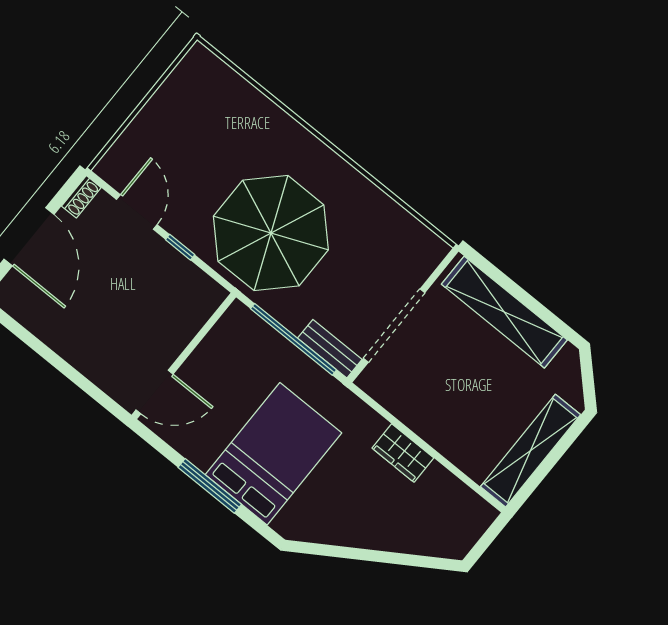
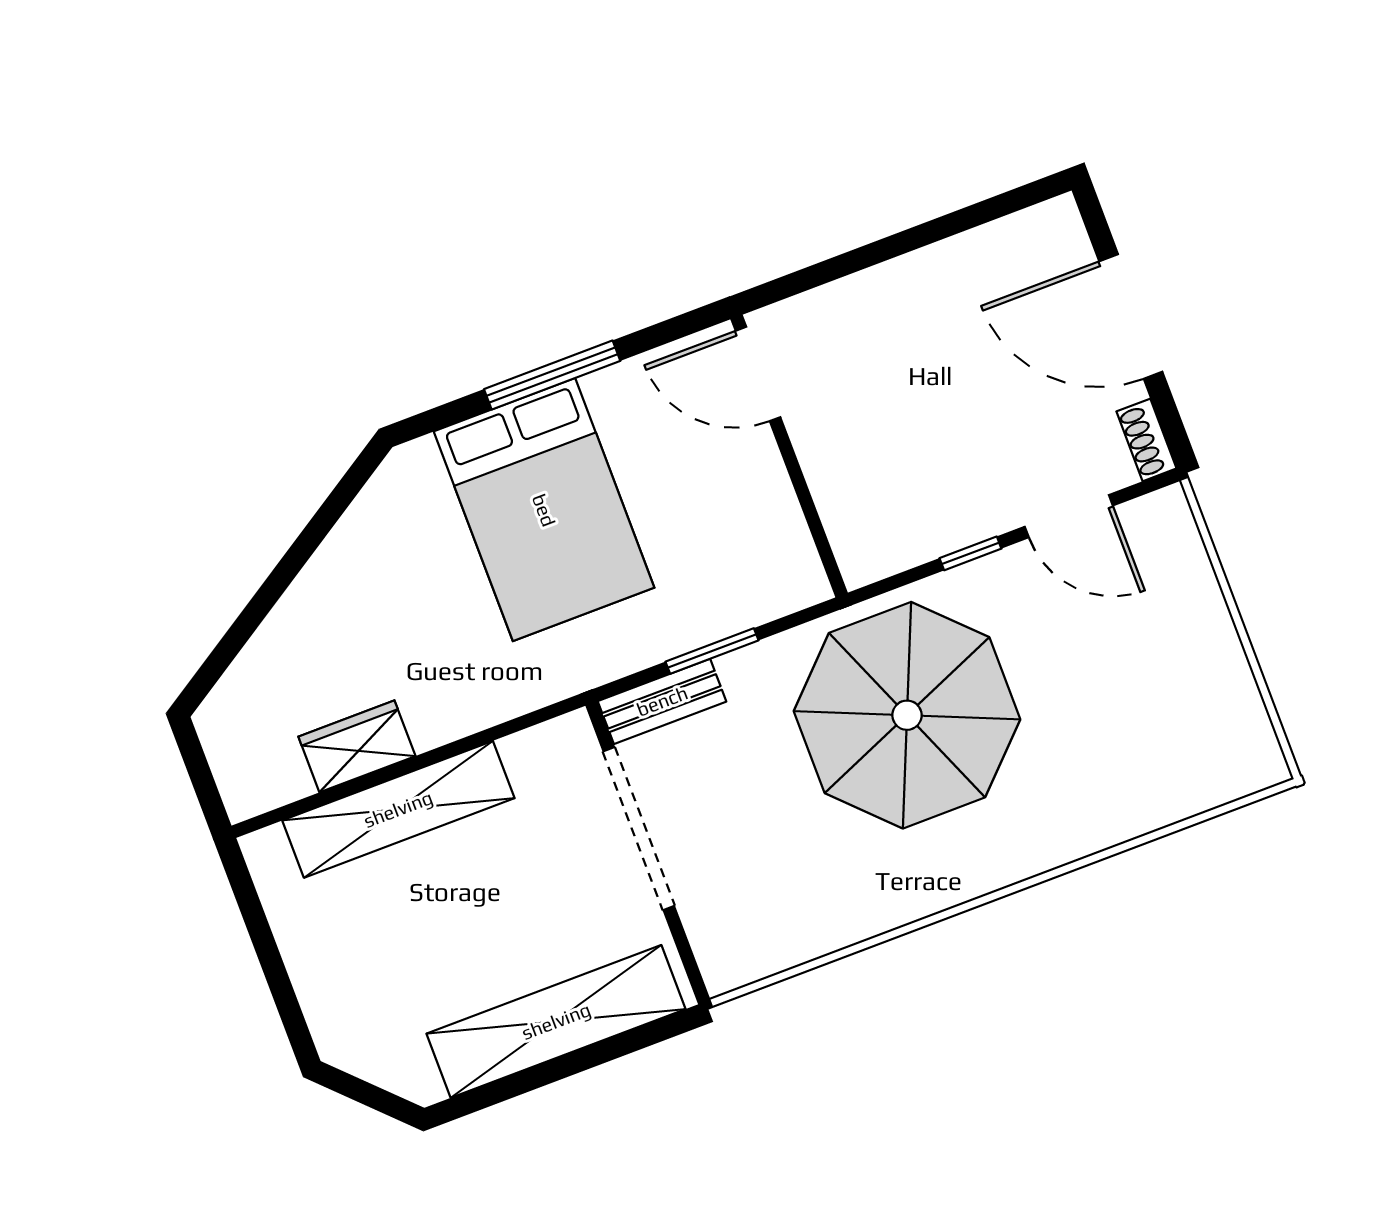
window: (293, 339) -> (712, 651), width x0.47
door: (155, 392) -> (758, 374), hinge flipped
shelving: (531, 451) -> (398, 809), moved, turned 90
wardrobe: (403, 453) -> (357, 746), moved

